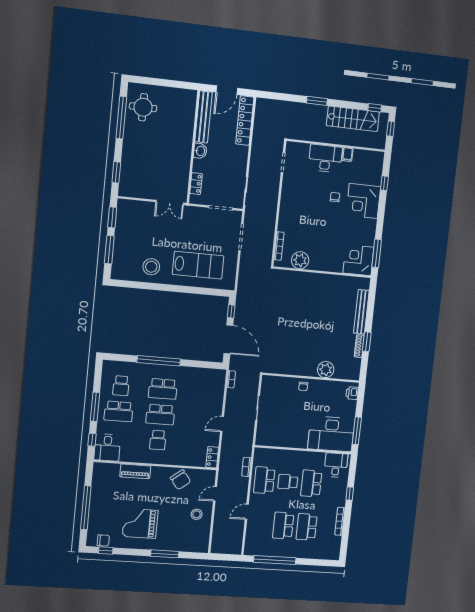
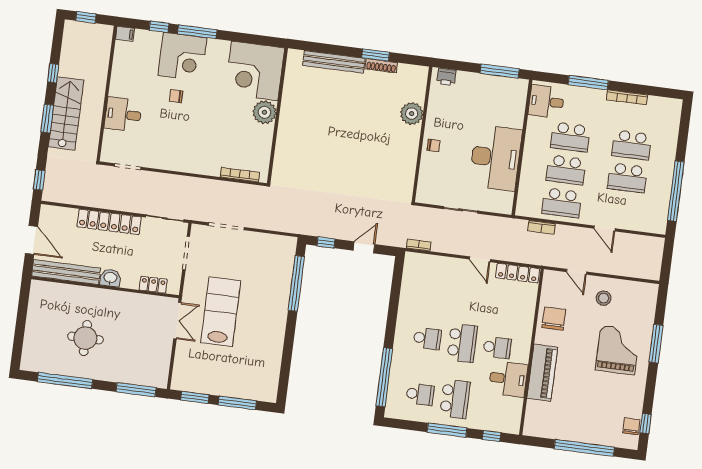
window: (272, 96) -> (39, 180), added
round table: (143, 107) -> (85, 338), moved
window: (375, 108) -> (53, 73), moved
stairs: (353, 119) -> (66, 113), moved
locker: (245, 121) -> (109, 222), moved
filing cabinet: (347, 155) -> (125, 34), moved
desk: (325, 158) -> (123, 114), width x0.73
window: (116, 172) -> (136, 390), width x1.44
window: (377, 253) -> (197, 32), moved
plant: (300, 260) -> (264, 112), moved
corner desk: (358, 260) -> (255, 71), width x1.36, depth x1.36
lab bench: (198, 265) -> (221, 312), moved
stool: (151, 267) -> (262, 348), removed
window: (200, 291) -> (296, 283), added
door: (228, 339) -> (364, 247), width x0.53
window: (159, 361) -> (384, 377), moved
school desk: (163, 389) -> (427, 338), width x0.54
desk: (331, 434) -> (496, 158), moved
desk: (107, 447) -> (508, 379), moved
locker: (212, 457) -> (518, 273), width x1.53
piano: (135, 471) -> (542, 373), width x1.37, depth x1.33
chair: (181, 480) -> (554, 319), turned -52
school desk: (288, 482) -> (566, 170), width x1.85
window: (350, 494) -> (588, 83), width x2.17
grand piano: (140, 523) -> (618, 350), moved, turned 180

